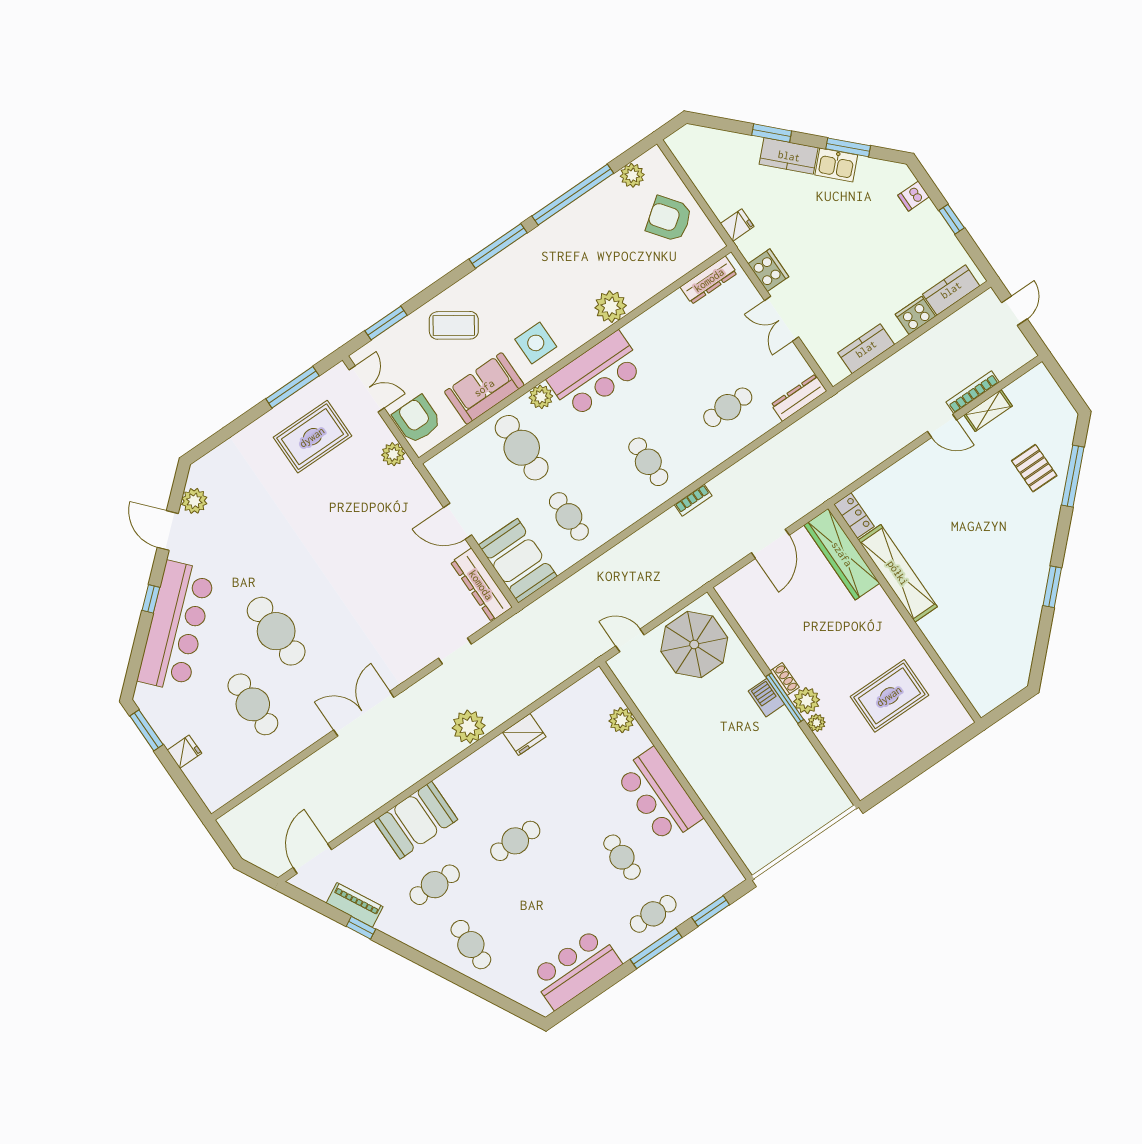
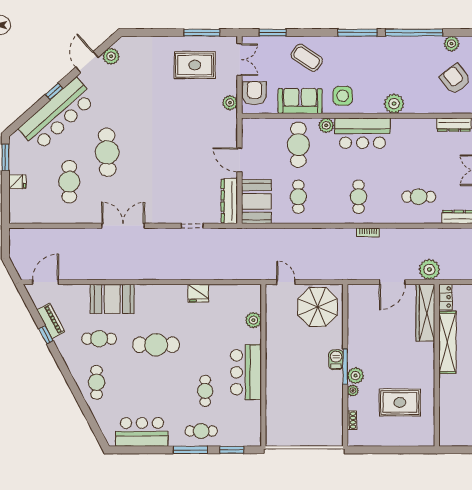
shoe rack: (785, 679) -> (352, 420), moved
plant: (469, 727) -> (429, 269), moved
cafe table: (515, 841) -> (156, 345), width x1.37, depth x1.35

